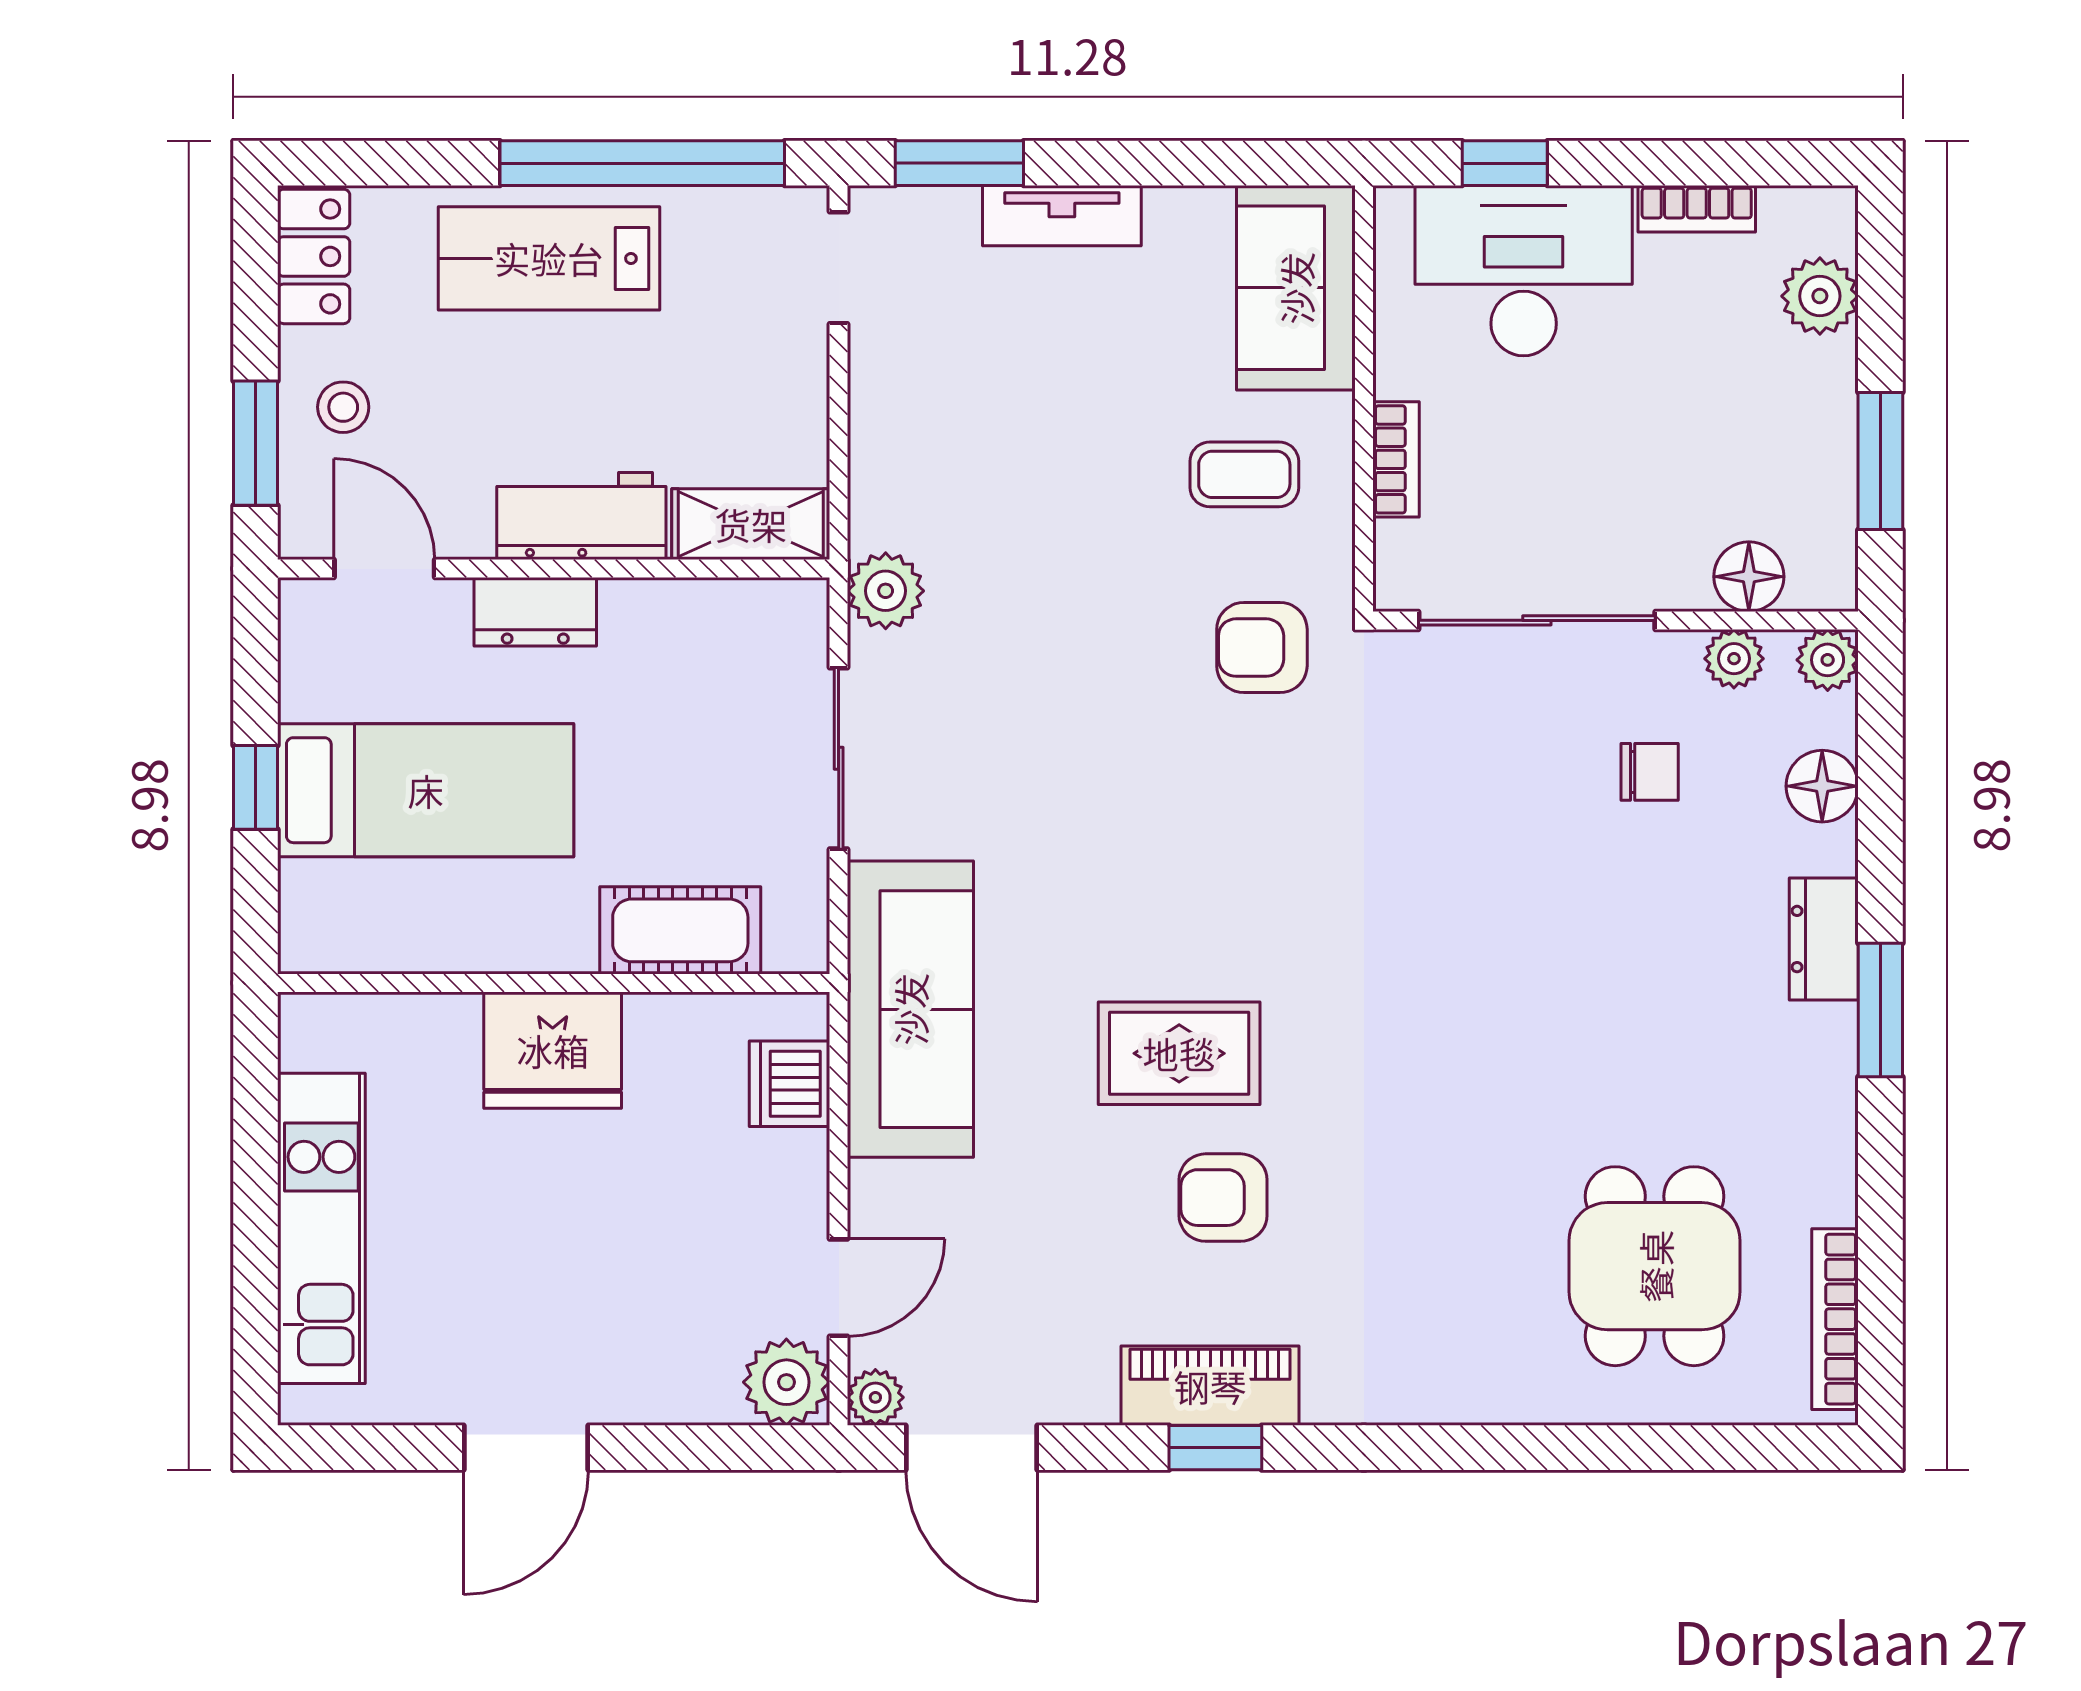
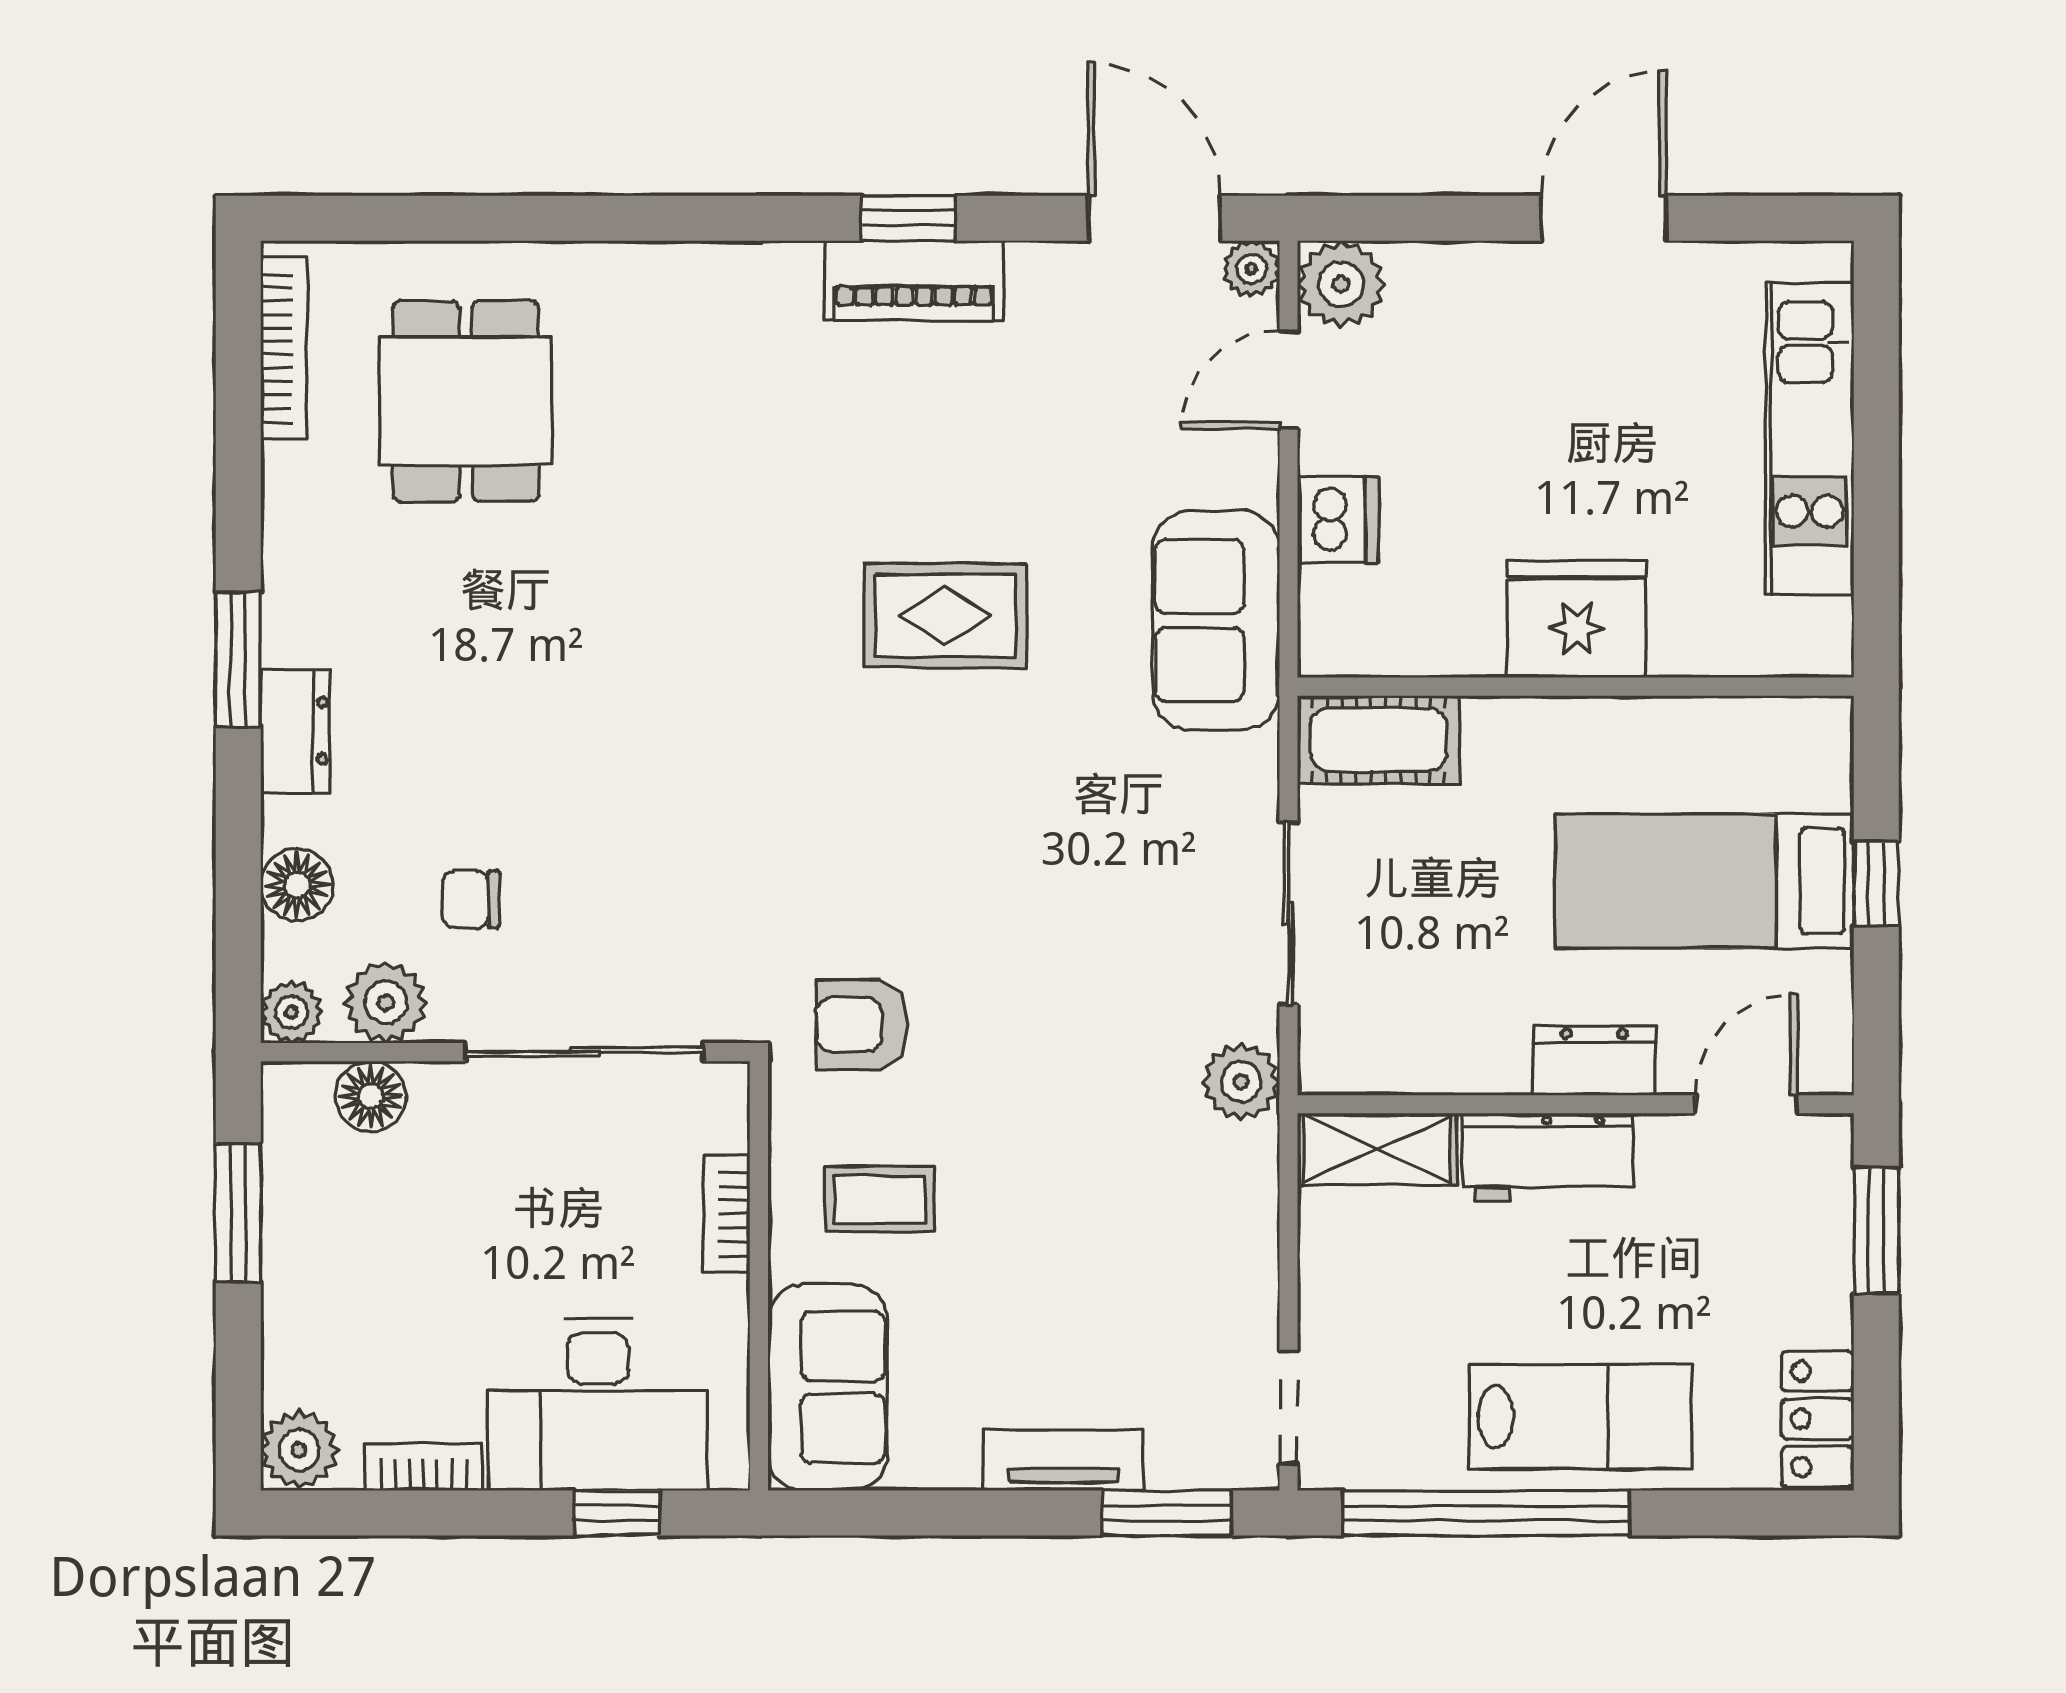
plant: (1820, 296) -> (299, 1450), moved
stool: (343, 407) -> (1788, 1267), removed
door: (384, 569) -> (1746, 1104), swing flipped
armchair: (1262, 648) -> (862, 1025), turned 180
plant: (1734, 659) -> (386, 1002), width x1.38, depth x1.38
cot: (680, 930) -> (1379, 740), moved
sofa: (910, 1009) -> (1216, 621), width x0.73
dishwasher: (790, 1084) -> (1338, 520), moved
armchair: (1223, 1198) -> (901, 470), removed

